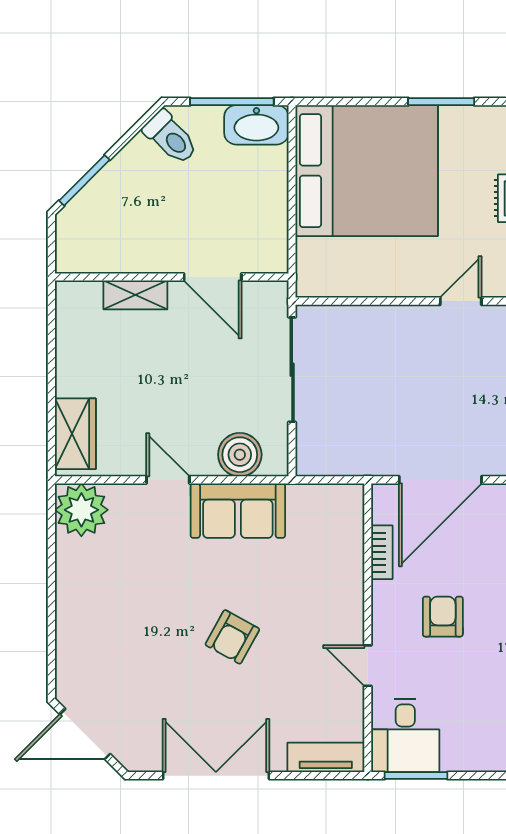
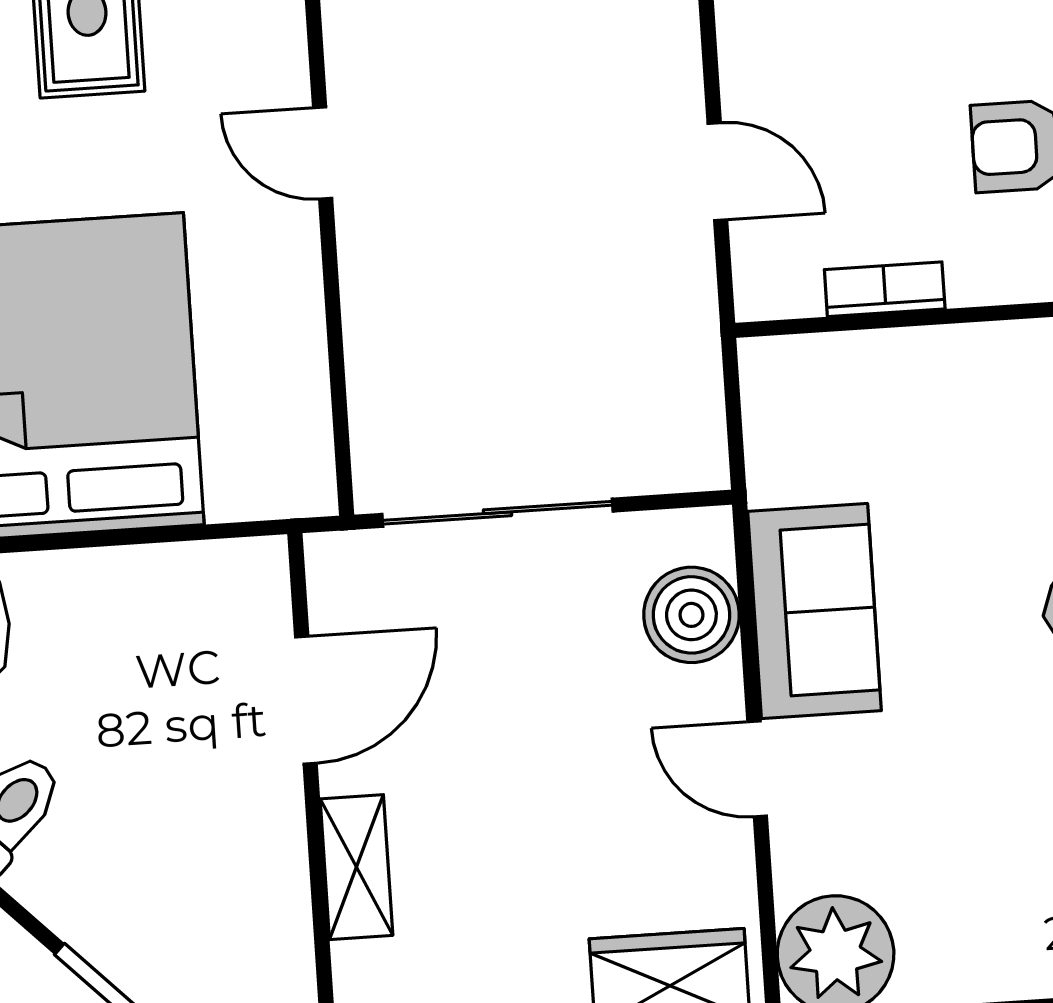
door: (168, 480) -> (757, 769), hinge flipped
door: (440, 480) -> (717, 172), width x0.53

